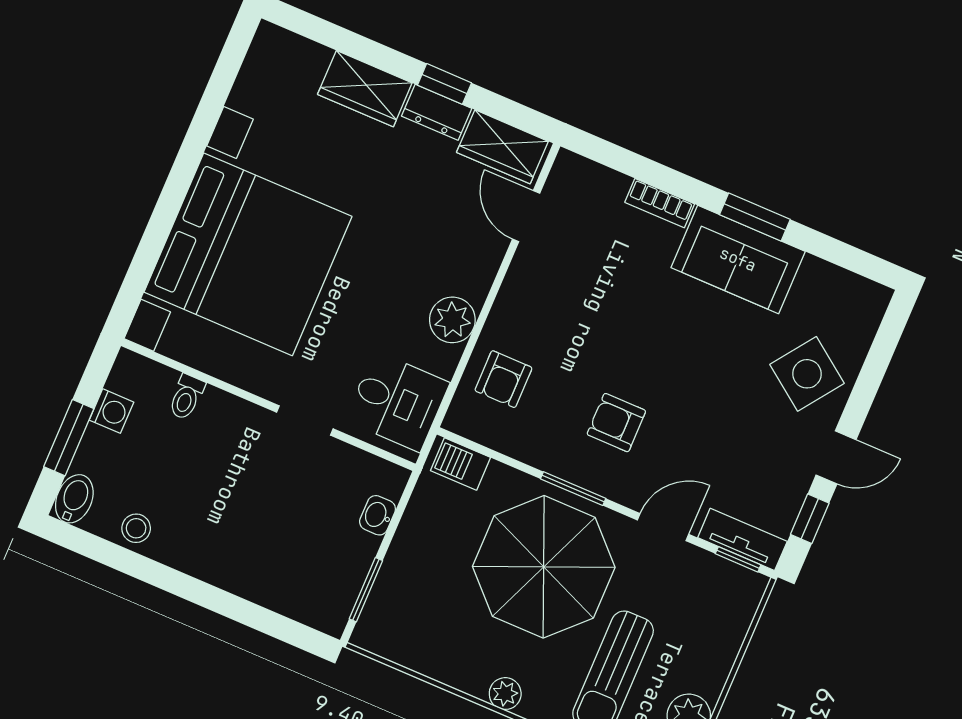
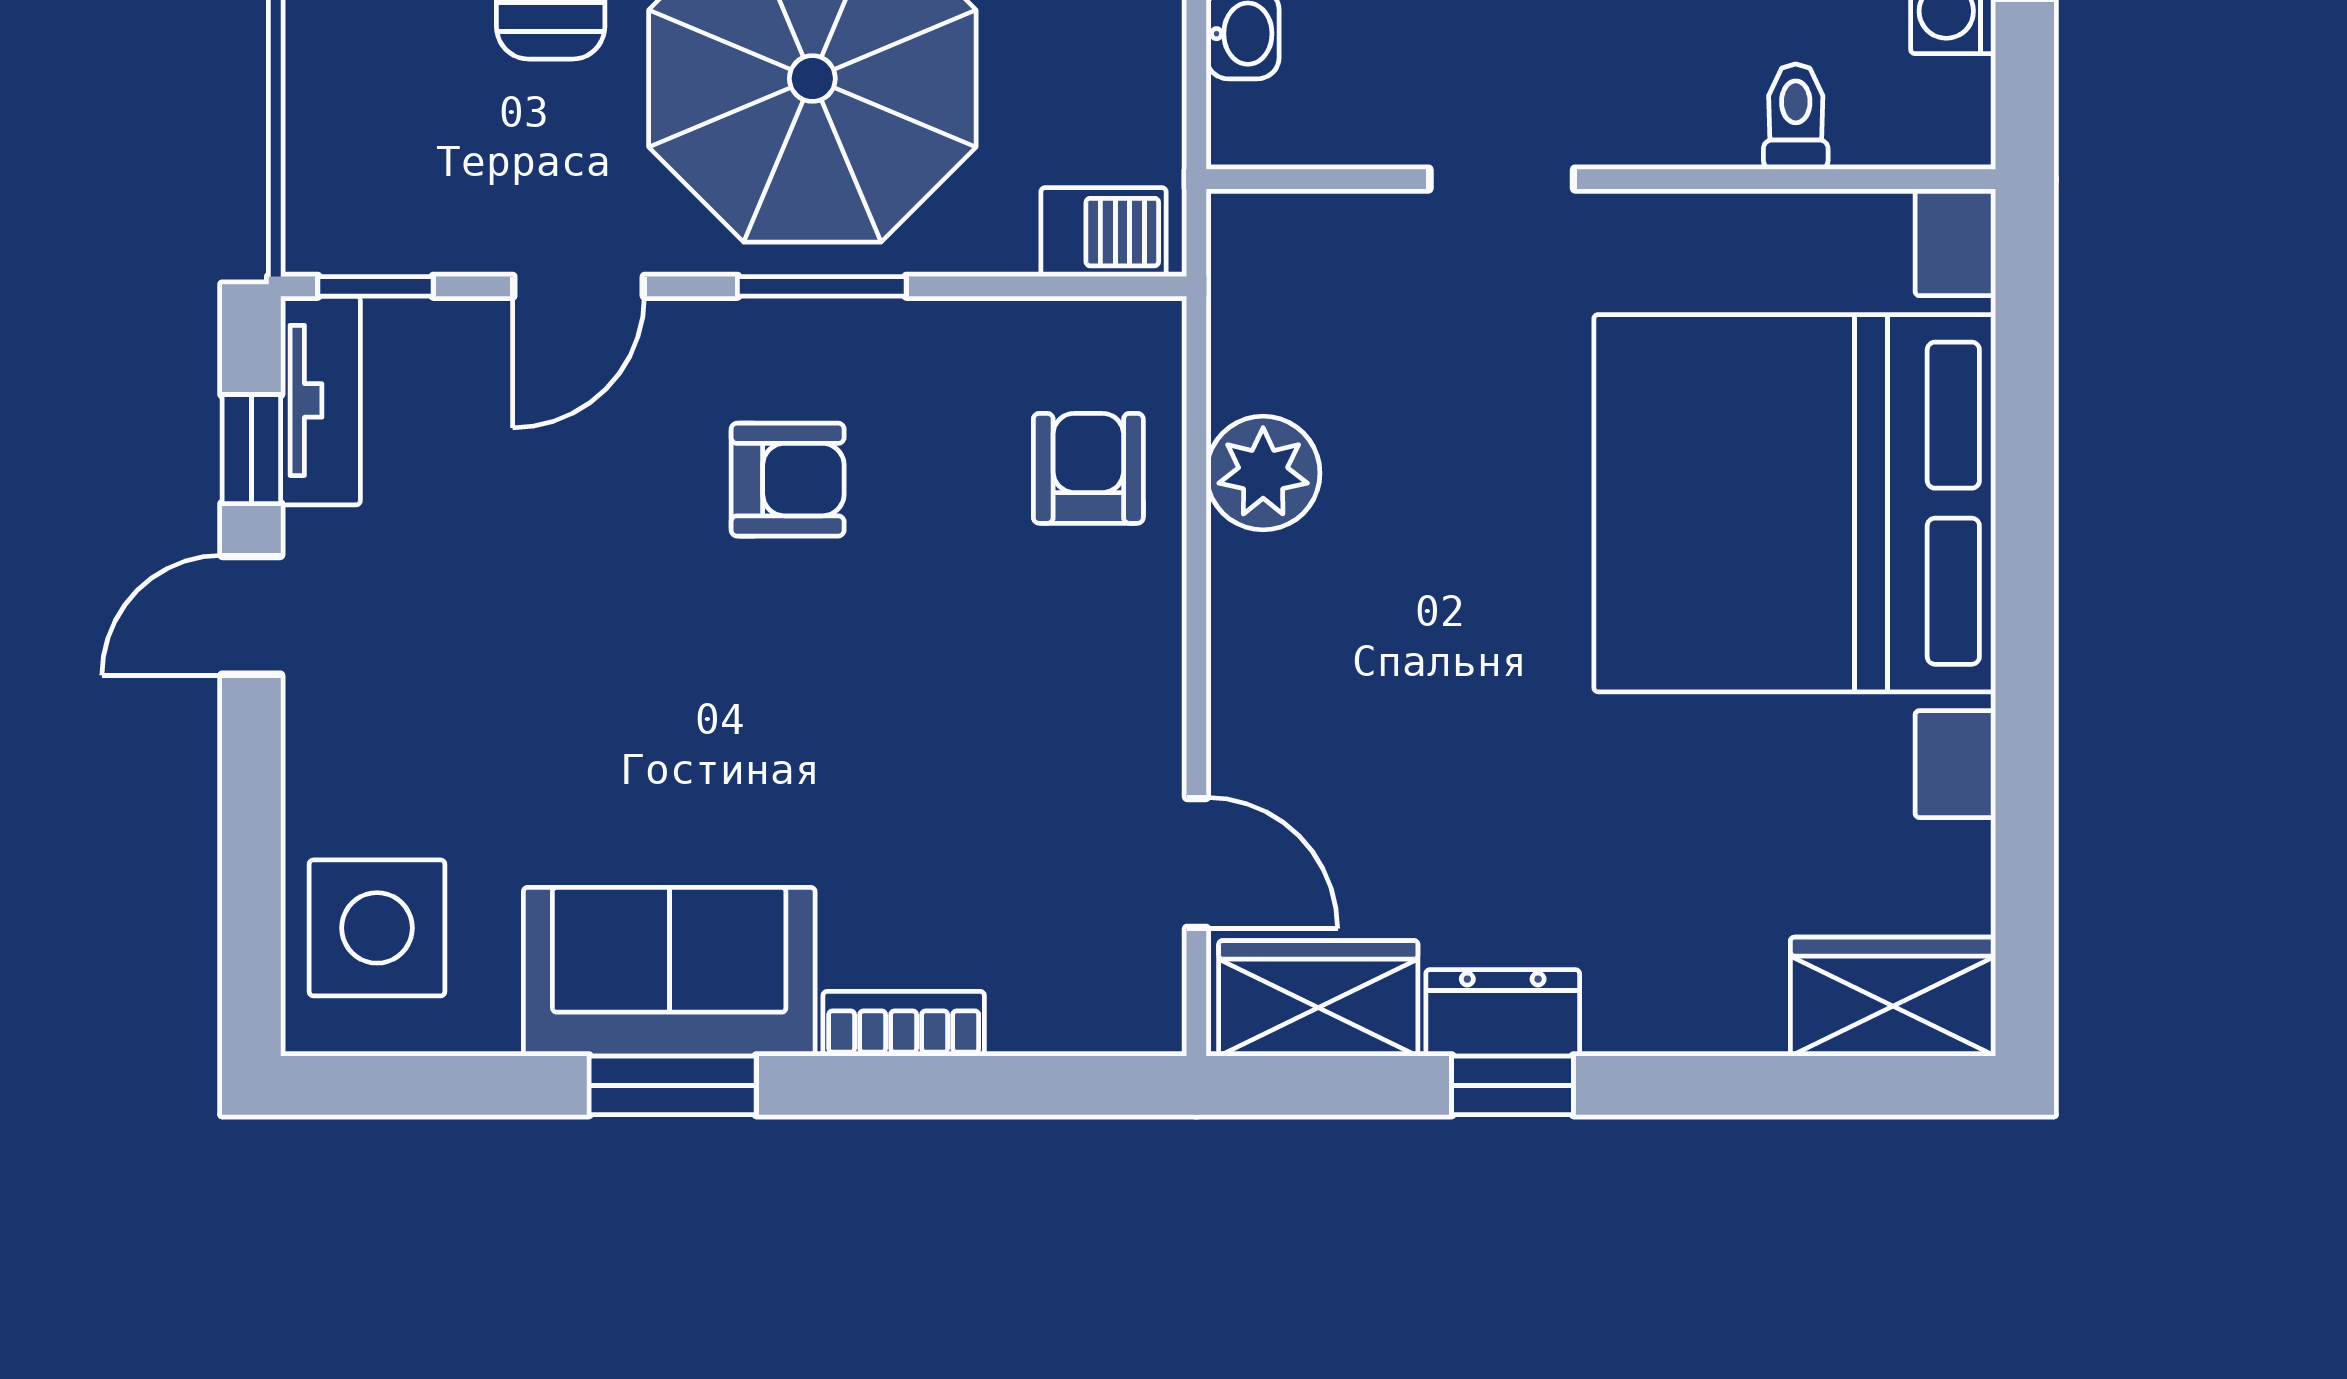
wardrobe: (365, 89) -> (1893, 997), moved
plant: (452, 320) -> (1263, 473), moved
side table: (807, 374) -> (377, 928), moved, turned -36
desk: (397, 402) -> (1309, 313), removed
tv unit: (742, 539) -> (320, 400), moved, turned -90

